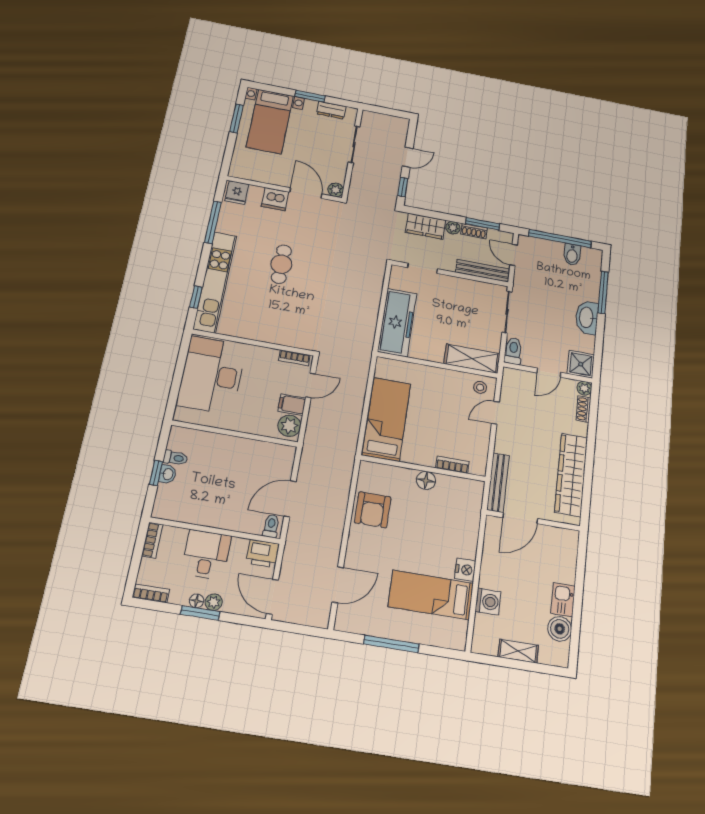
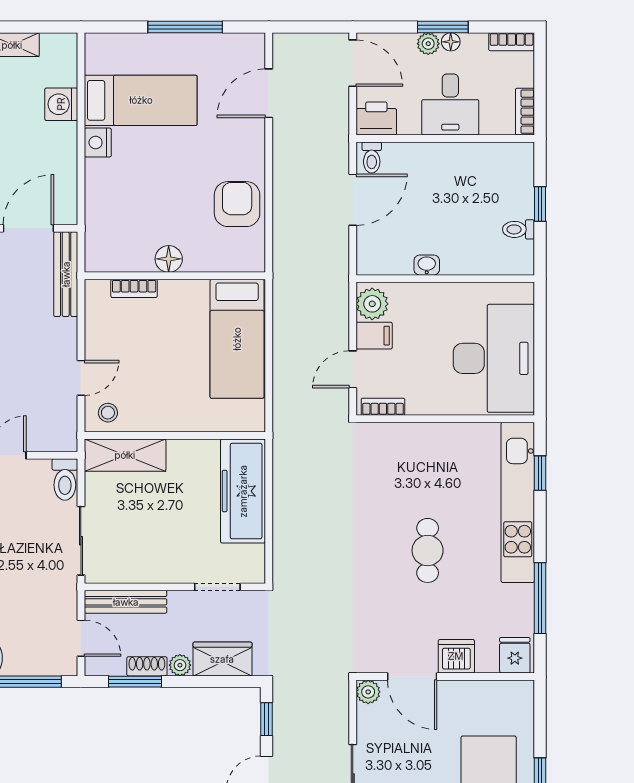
washbasin: (168, 474) -> (427, 265), moved, turned 90

